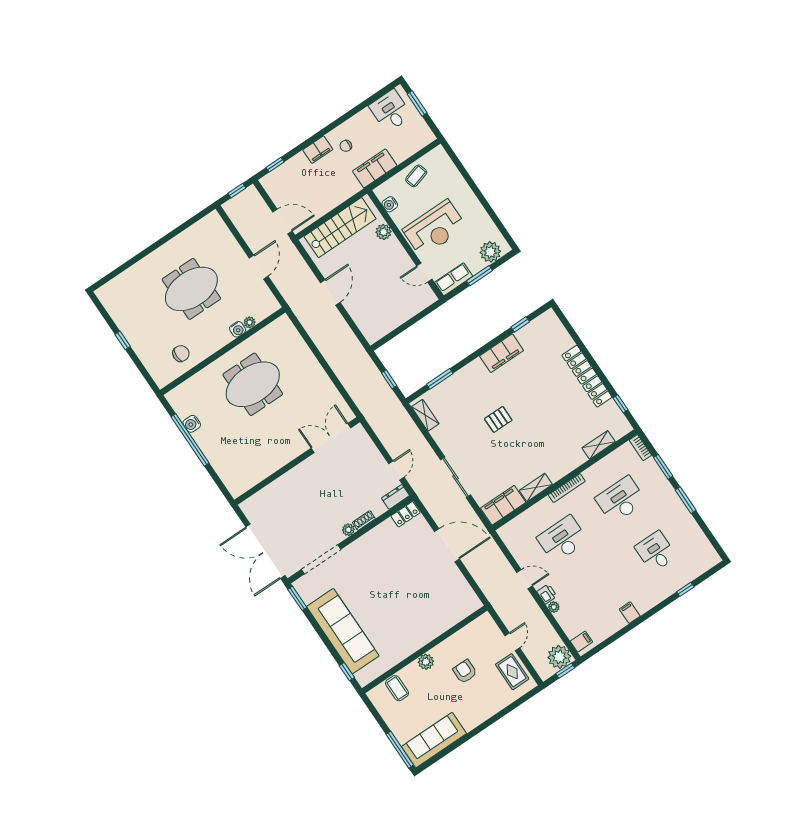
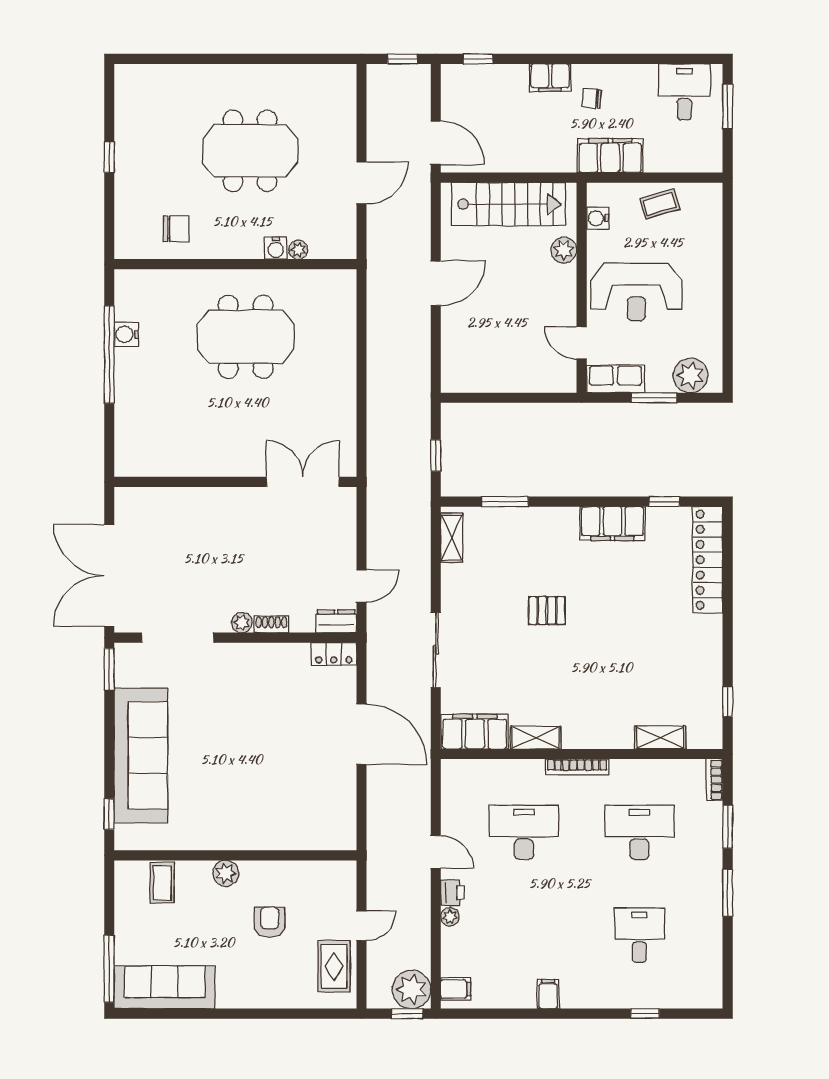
locker: (587, 376) -> (708, 560), moved

